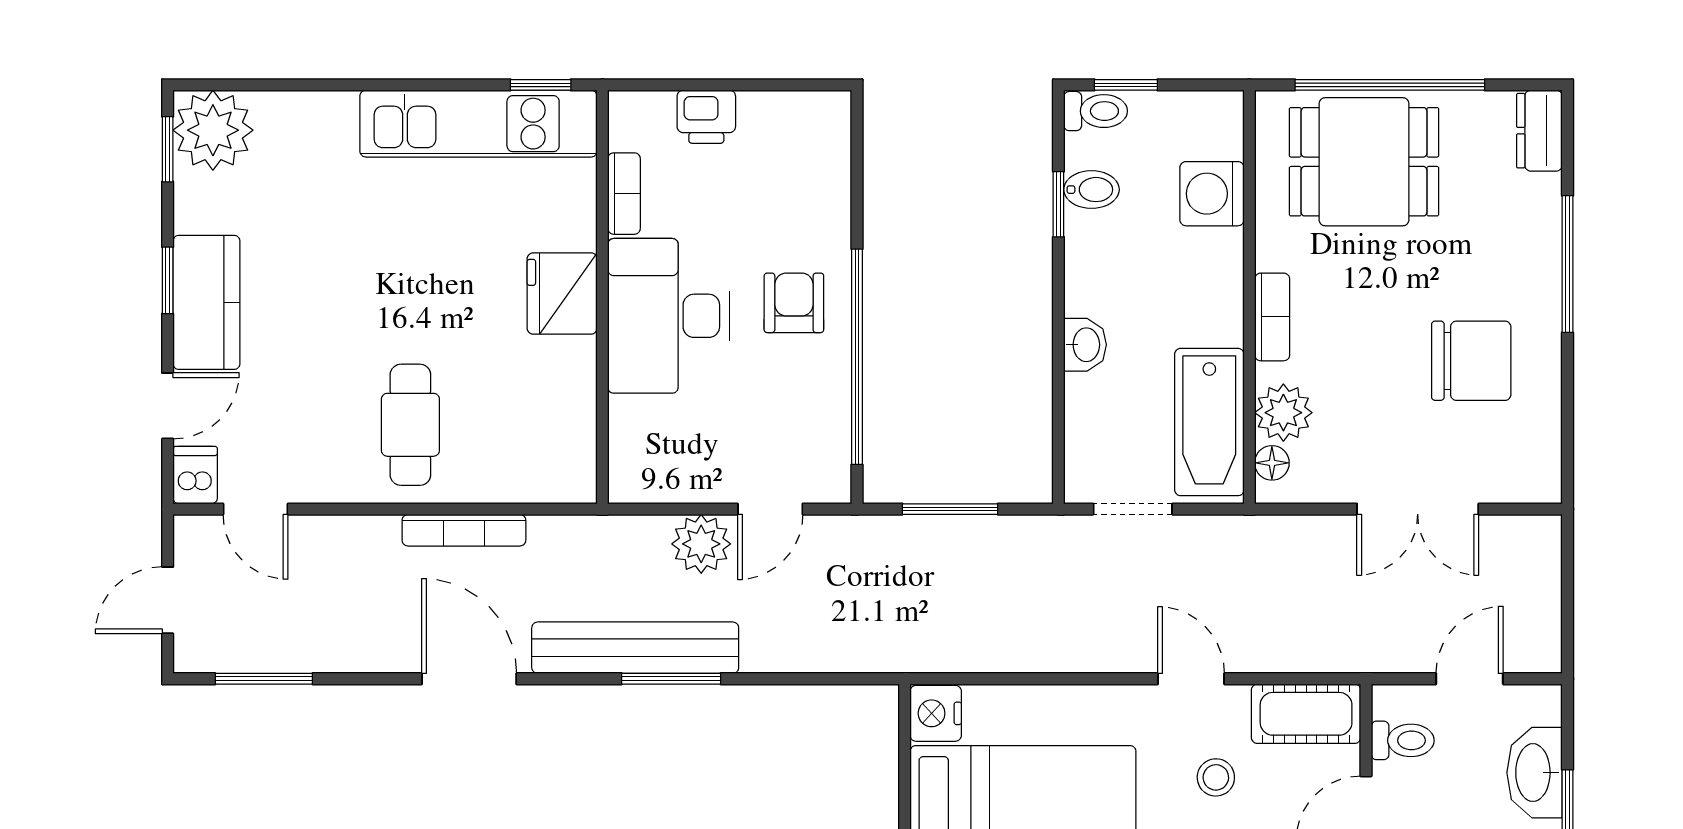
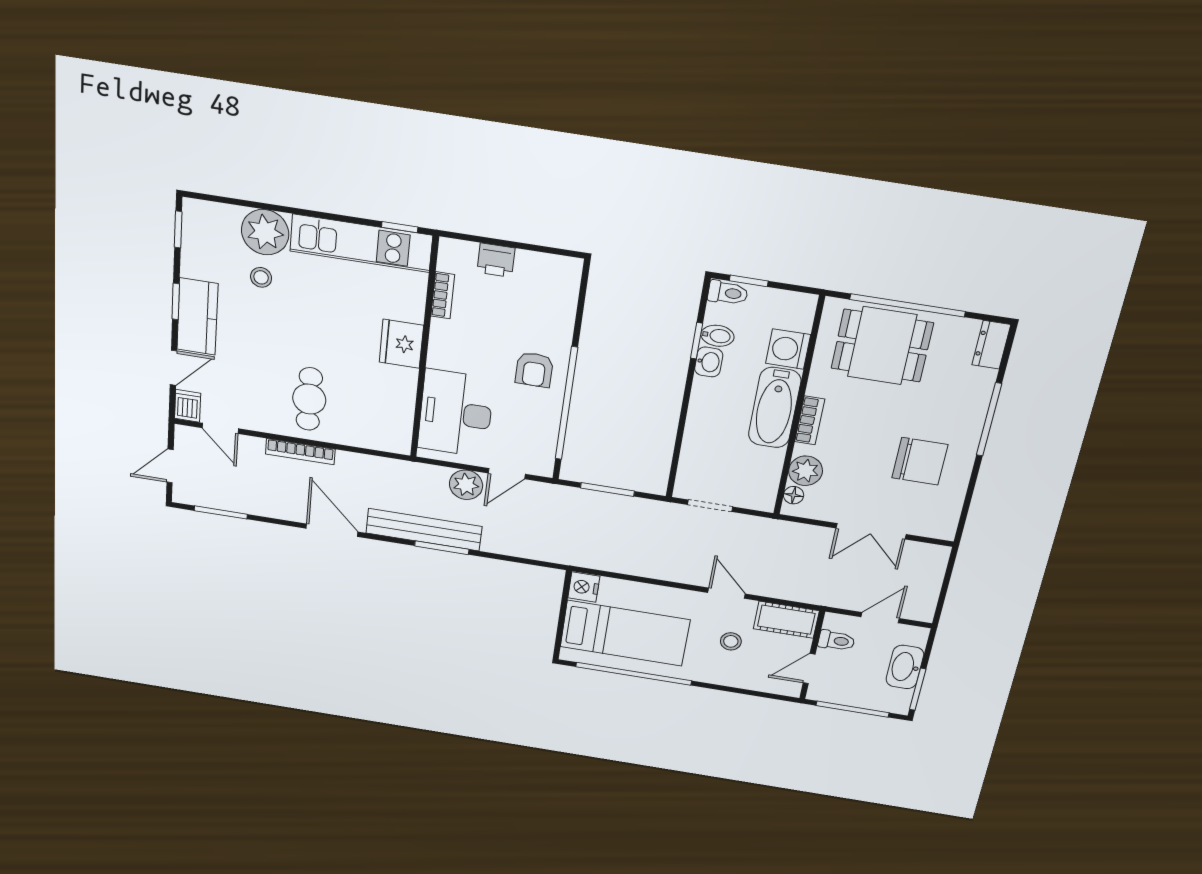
plant: (213, 130) -> (265, 232), moved
stool: (313, 212) -> (261, 277), added
armchair: (794, 303) -> (534, 370), turned 180
desk: (668, 316) -> (456, 413), moved
washbasin: (1085, 345) -> (709, 362), moved
bathtub: (1209, 422) -> (775, 408), moved
bookcase: (464, 530) -> (300, 452), moved

